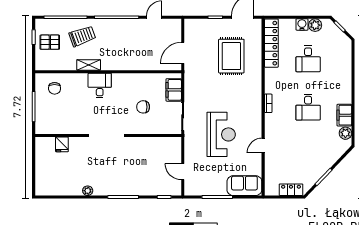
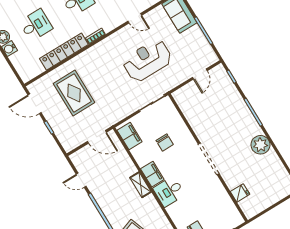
locker: (271, 43) -> (64, 52), moved
rug: (231, 56) -> (74, 93), turned 90
shelving: (89, 65) -> (141, 185), moved
filing cabinet: (123, 80) -> (152, 174), added
filing cabinet: (174, 90) -> (130, 136), moved, turned -90
plant: (88, 191) -> (260, 145), width x1.87, depth x1.87

